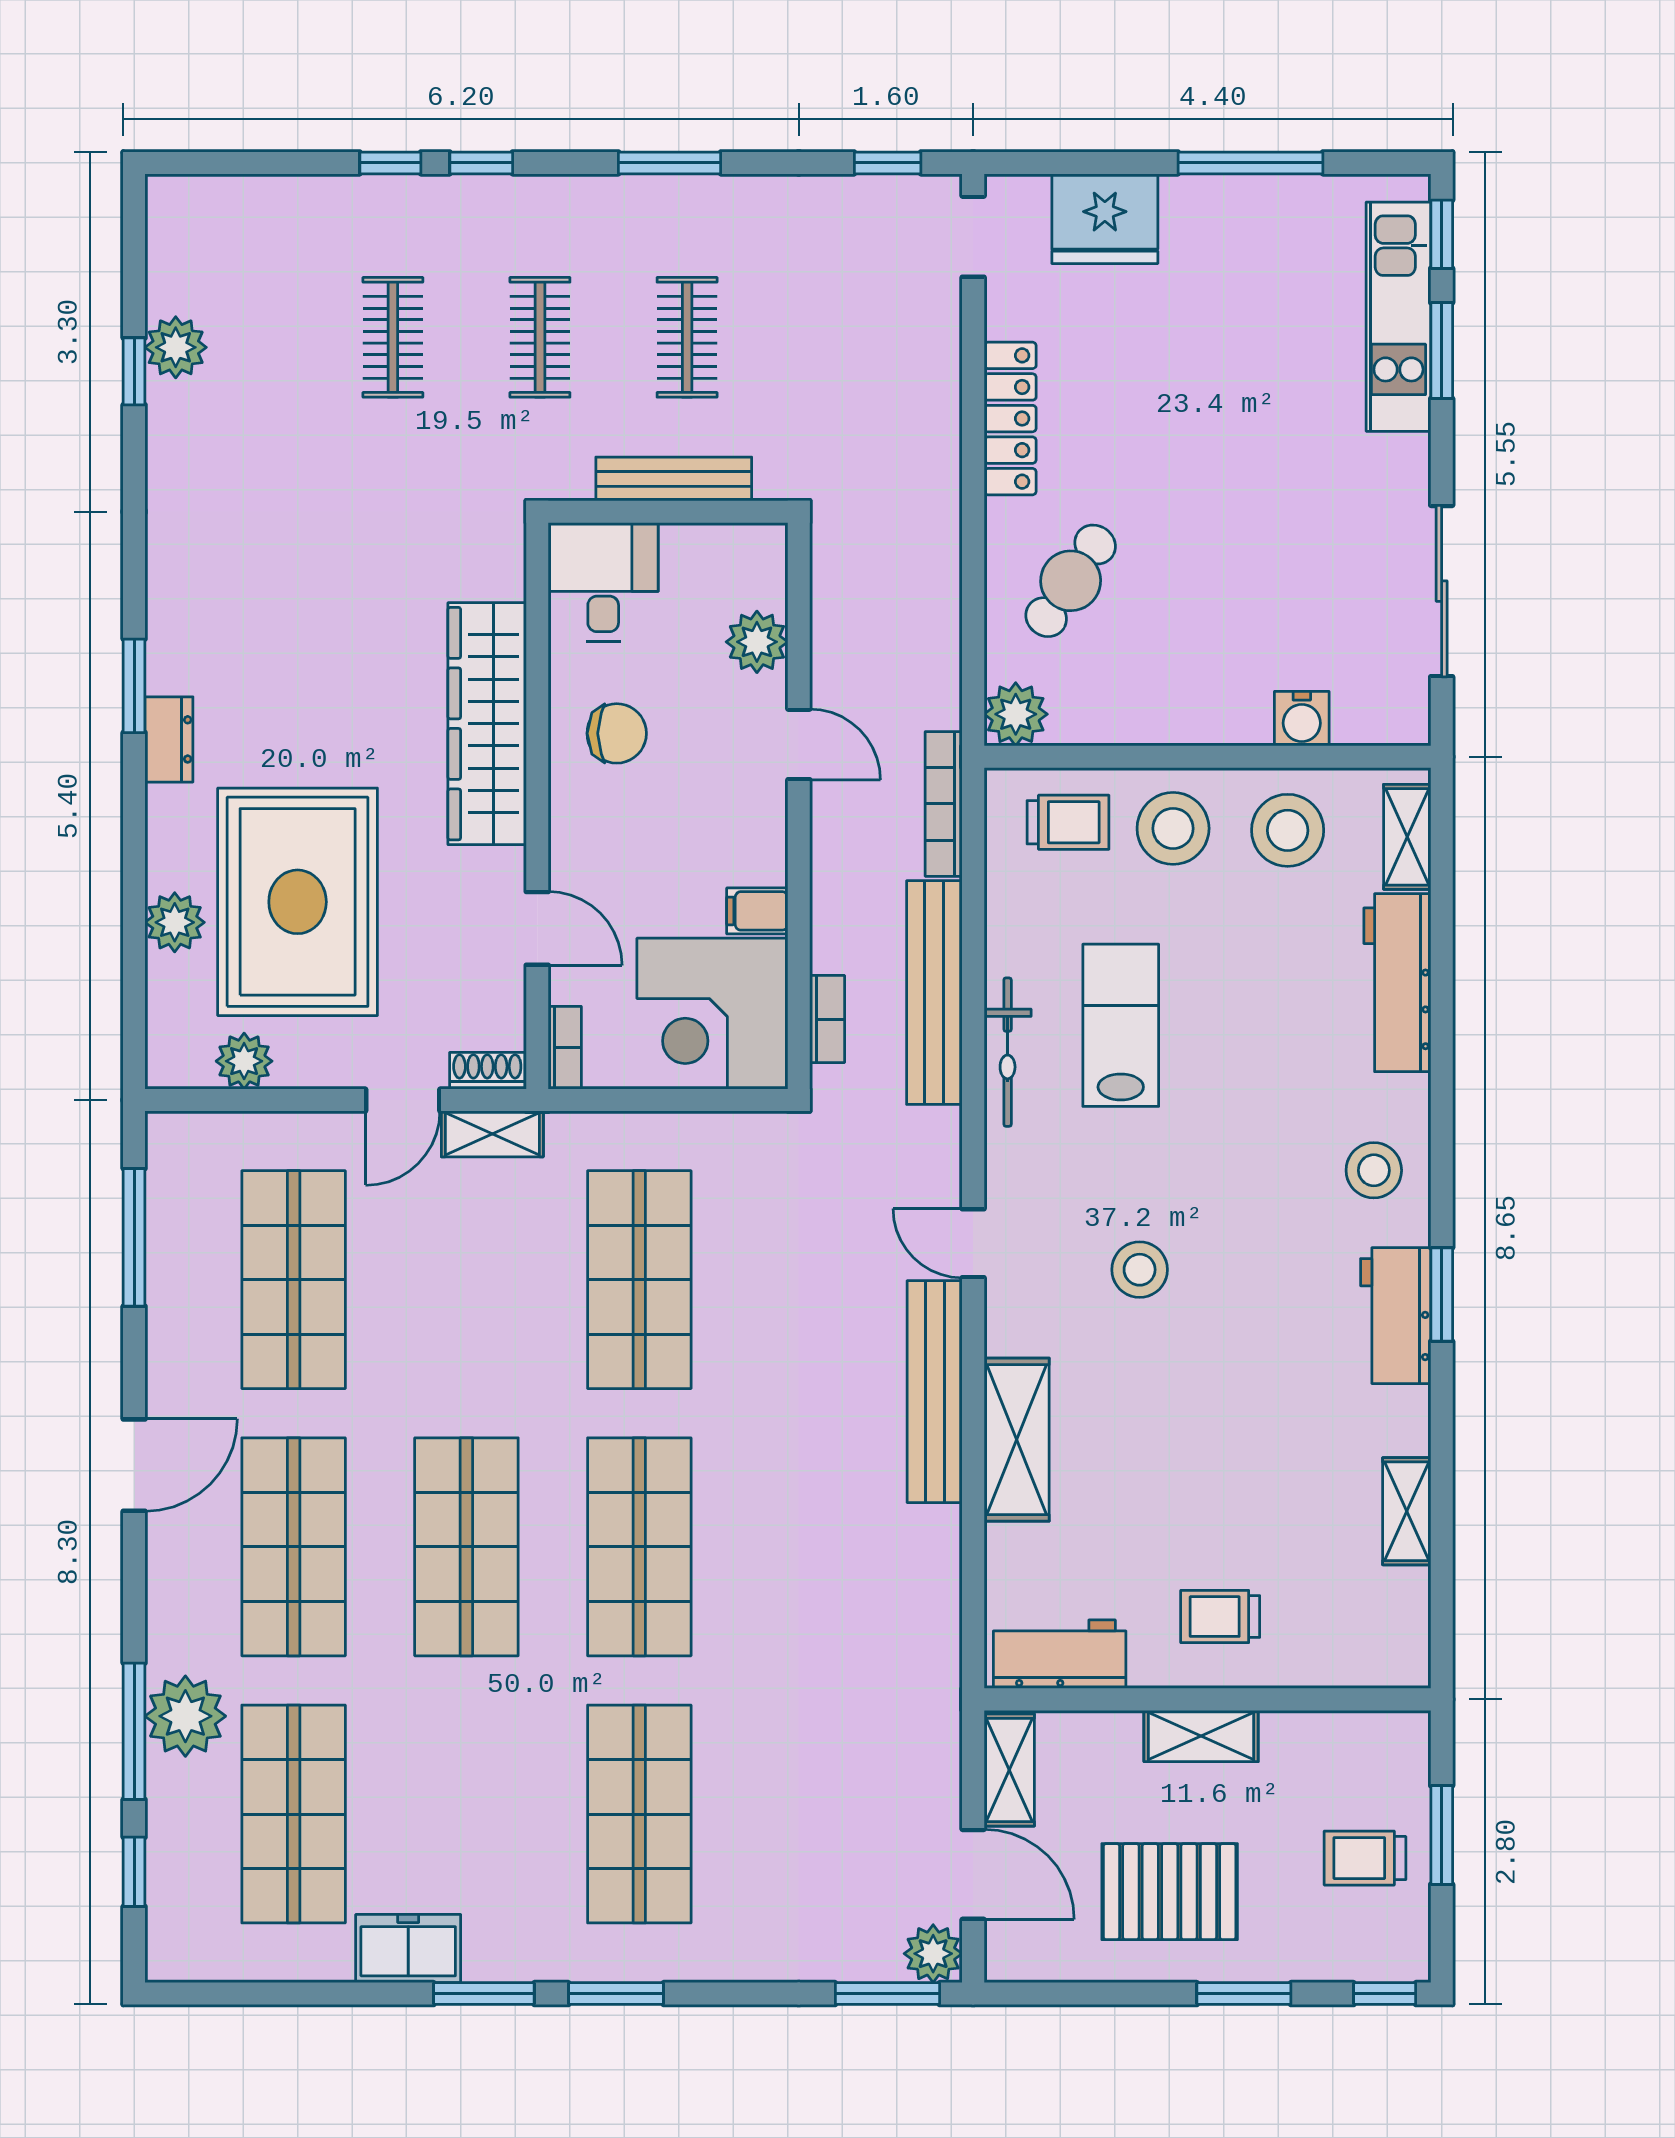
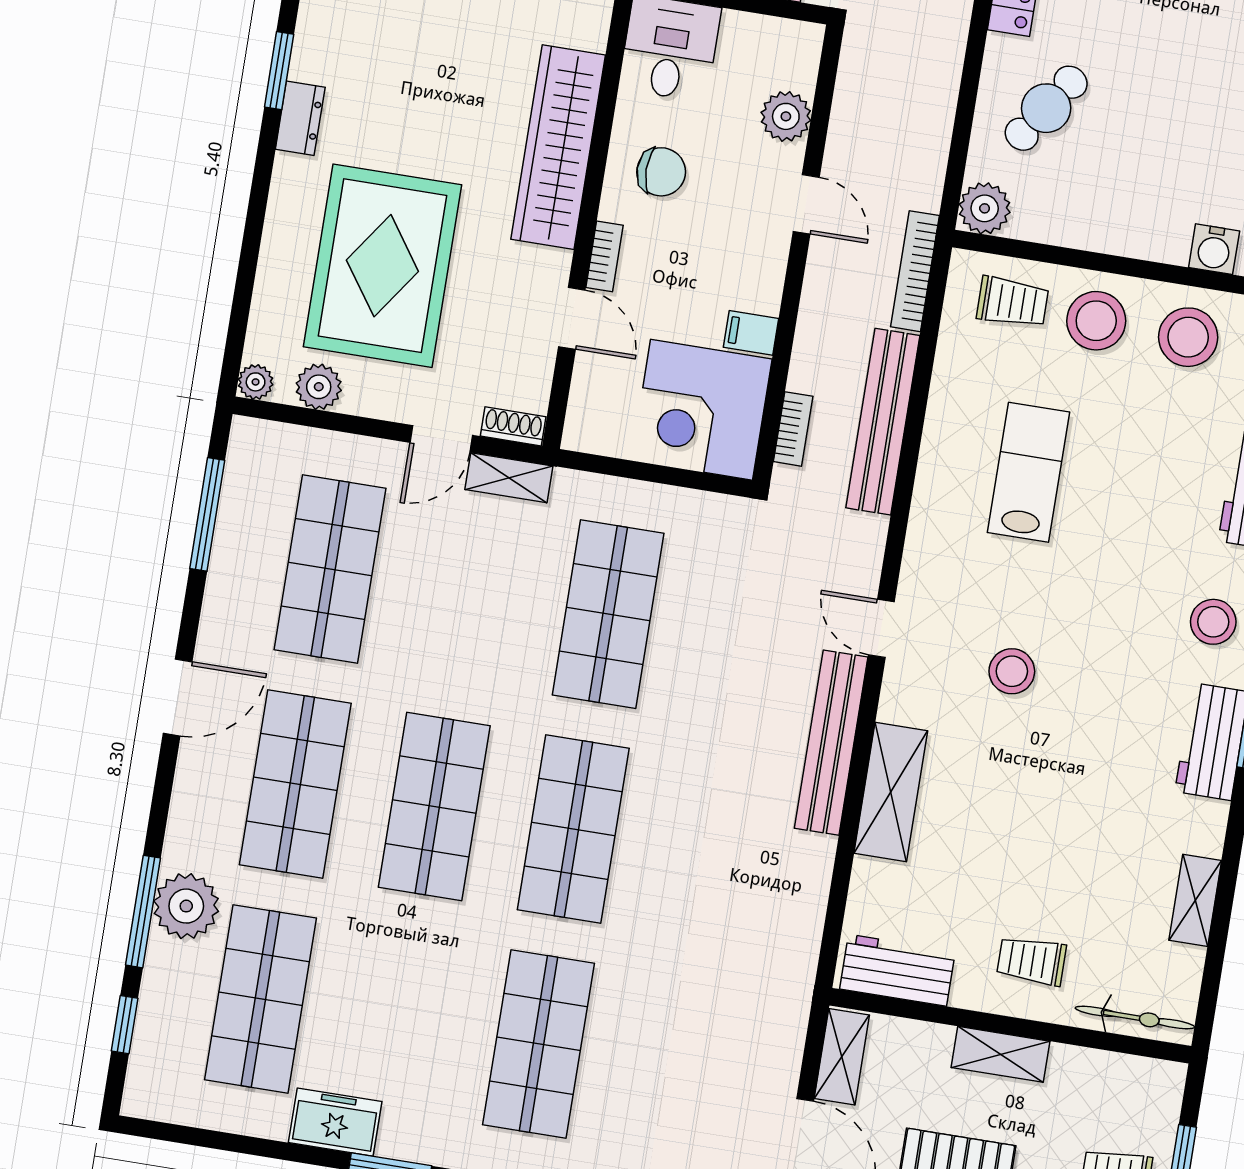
plant: (175, 922) -> (256, 382), moved, width x0.73, depth x0.73
bookcase: (565, 1048) -> (605, 256), moved
bicycle: (1008, 1052) -> (1135, 1018), moved, turned -90

